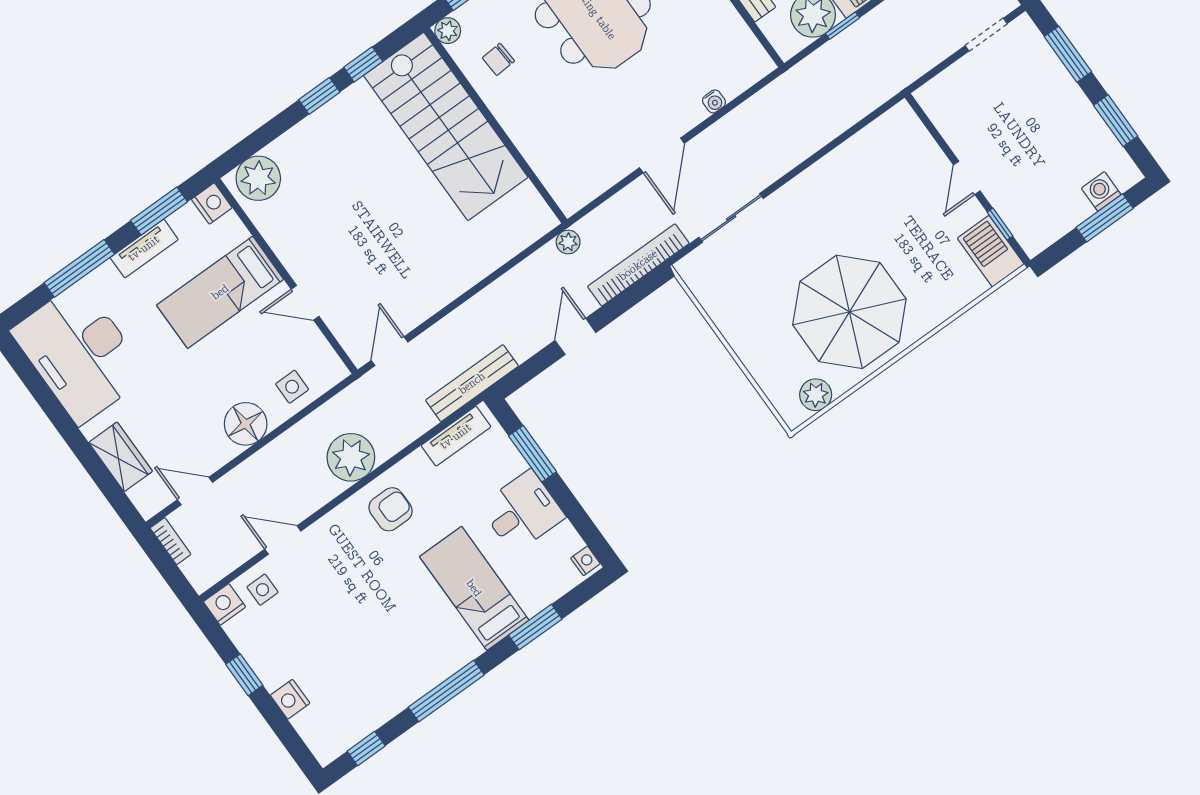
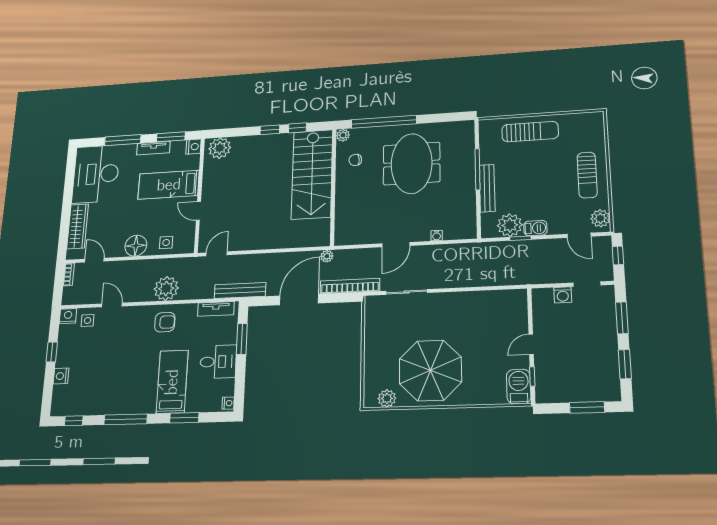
washing machine: (1101, 191) -> (563, 295), moved, turned 180
door: (575, 336) -> (299, 300), width x1.87
wardrobe: (121, 457) -> (78, 226), width x1.50

